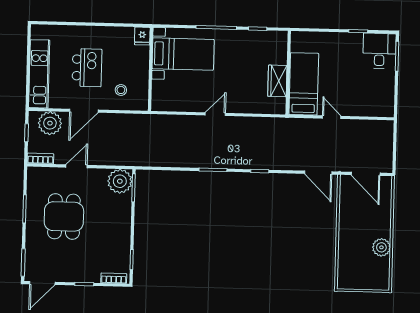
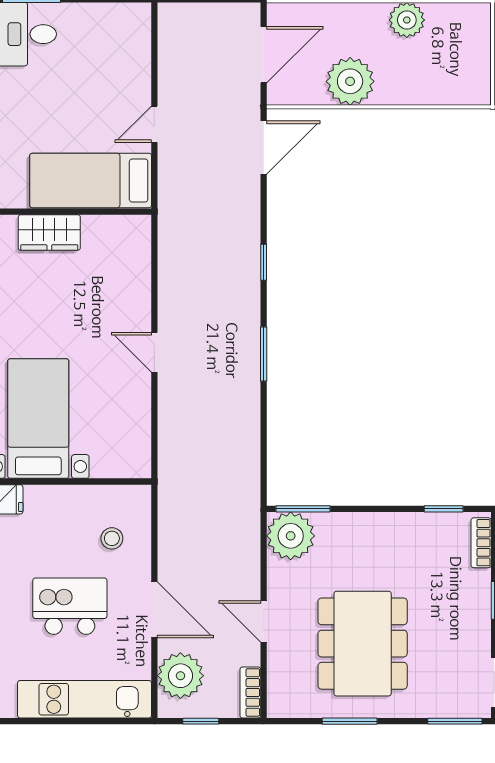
wardrobe: (277, 81) -> (49, 232), moved
dining table: (64, 216) -> (363, 644), width x1.38
plant: (351, 218) -> (350, 81), added

